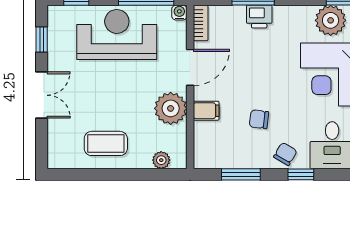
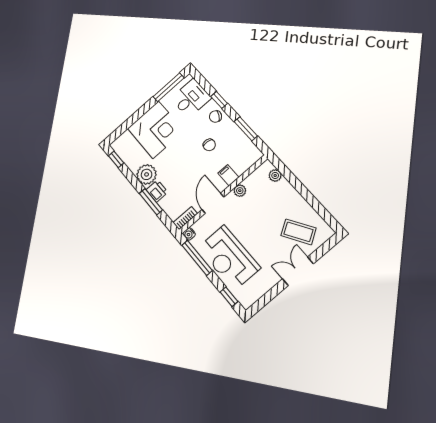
plant: (331, 20) -> (147, 174), moved
window: (42, 39) -> (267, 298), removed
door: (190, 67) -> (213, 203), hinge flipped
plant: (171, 108) -> (240, 191), width x0.53, depth x0.53
coffee table: (106, 143) -> (298, 232), moved, turned -32

